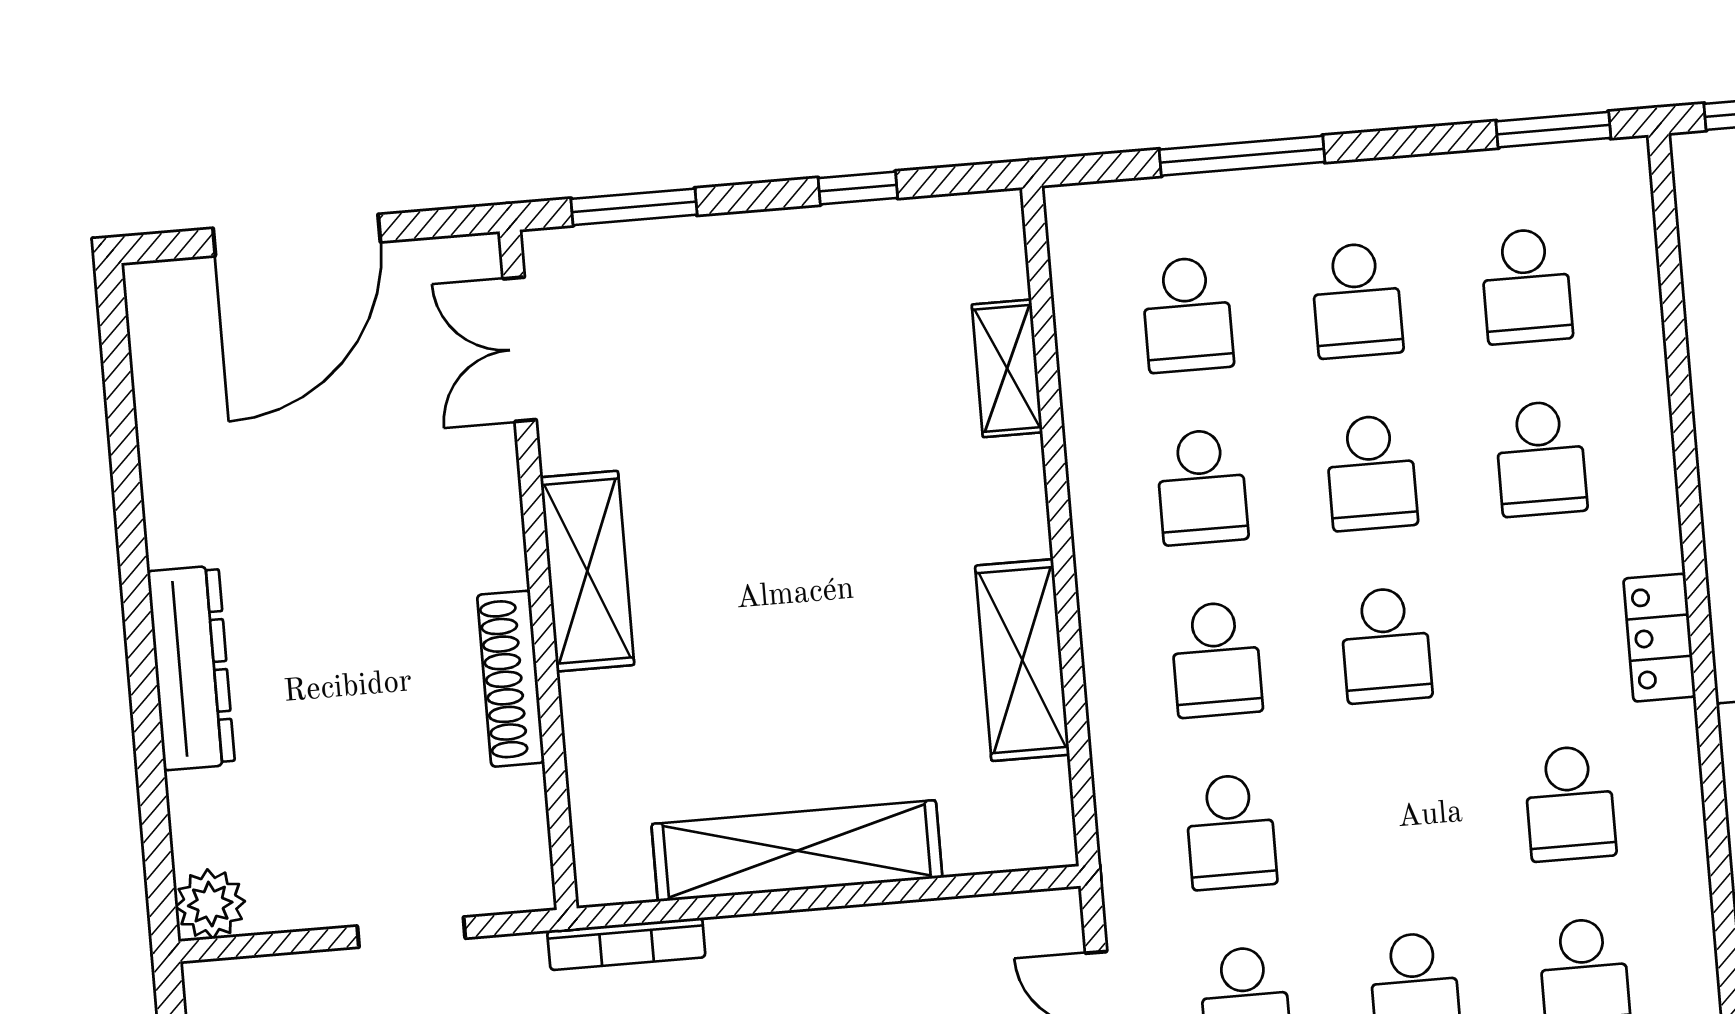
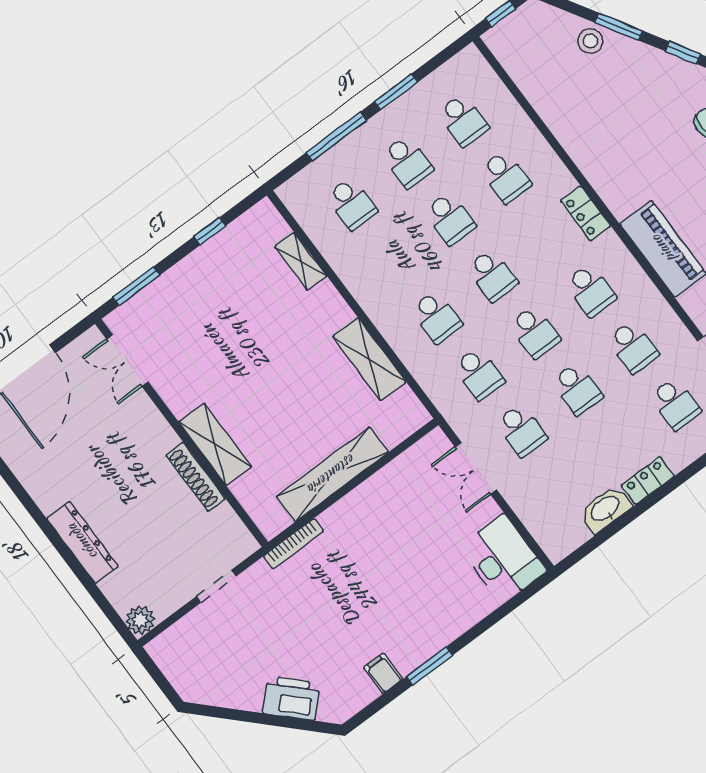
window: (1553, 130) -> (396, 92), moved
school desk: (1202, 487) -> (535, 332), moved
shelving: (587, 571) -> (215, 444), moved

